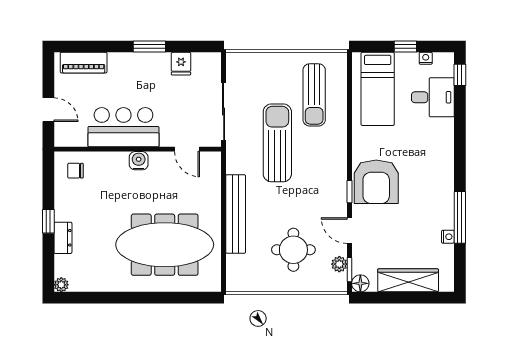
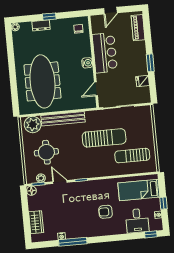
armchair: (376, 182) -> (105, 212), moved, width x0.53, depth x0.53
door: (349, 231) -> (60, 182), hinge flipped
plant: (241, 270) -> (33, 125), added
wardrobe: (408, 280) -> (36, 222), width x0.67

